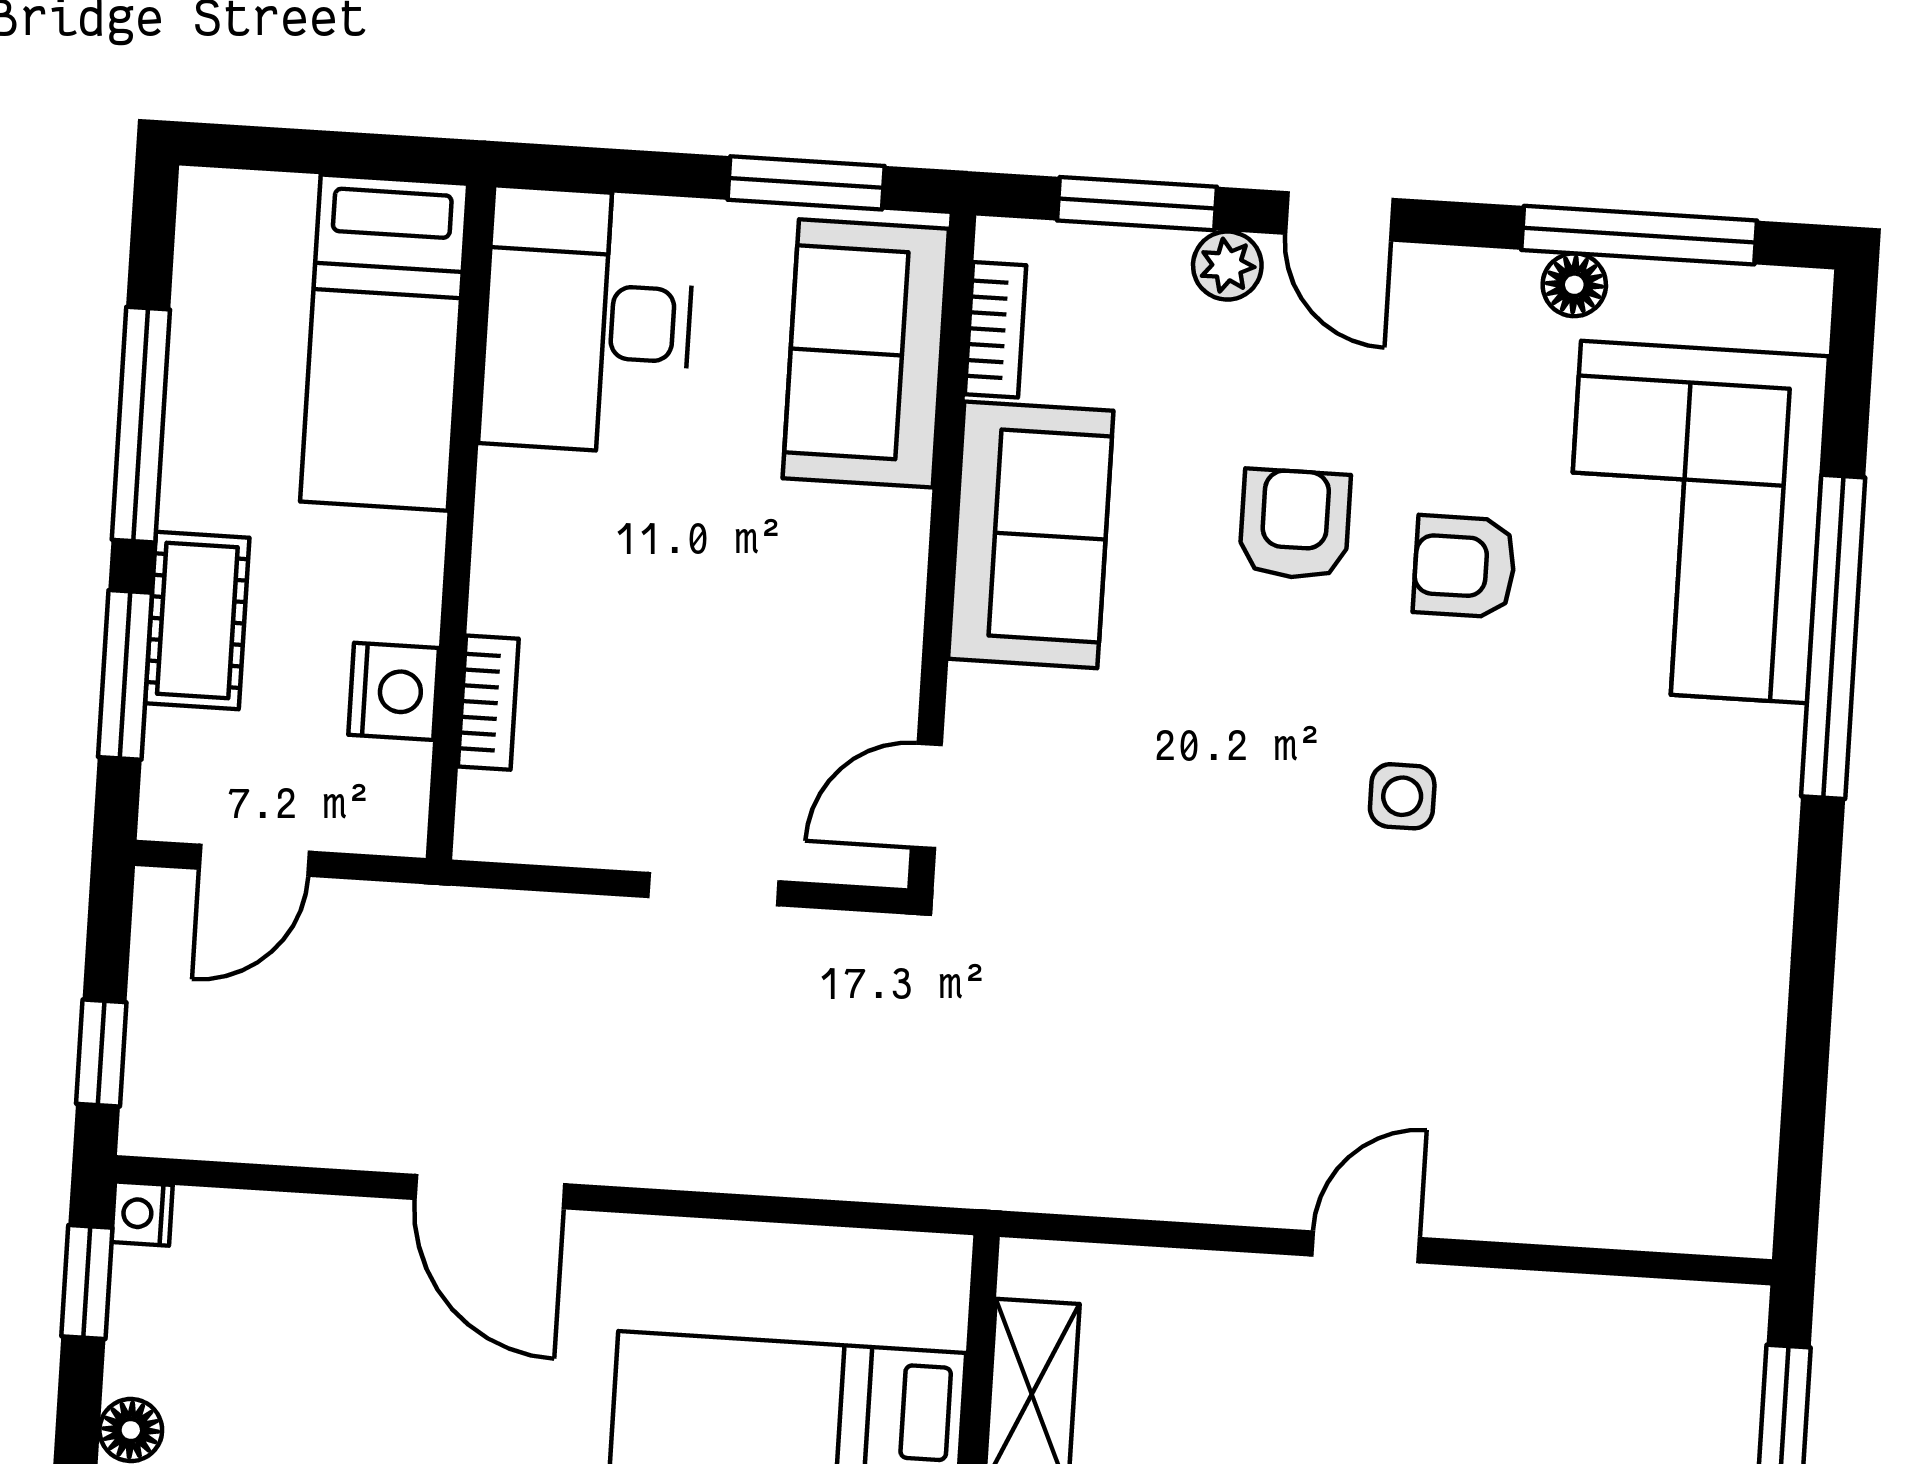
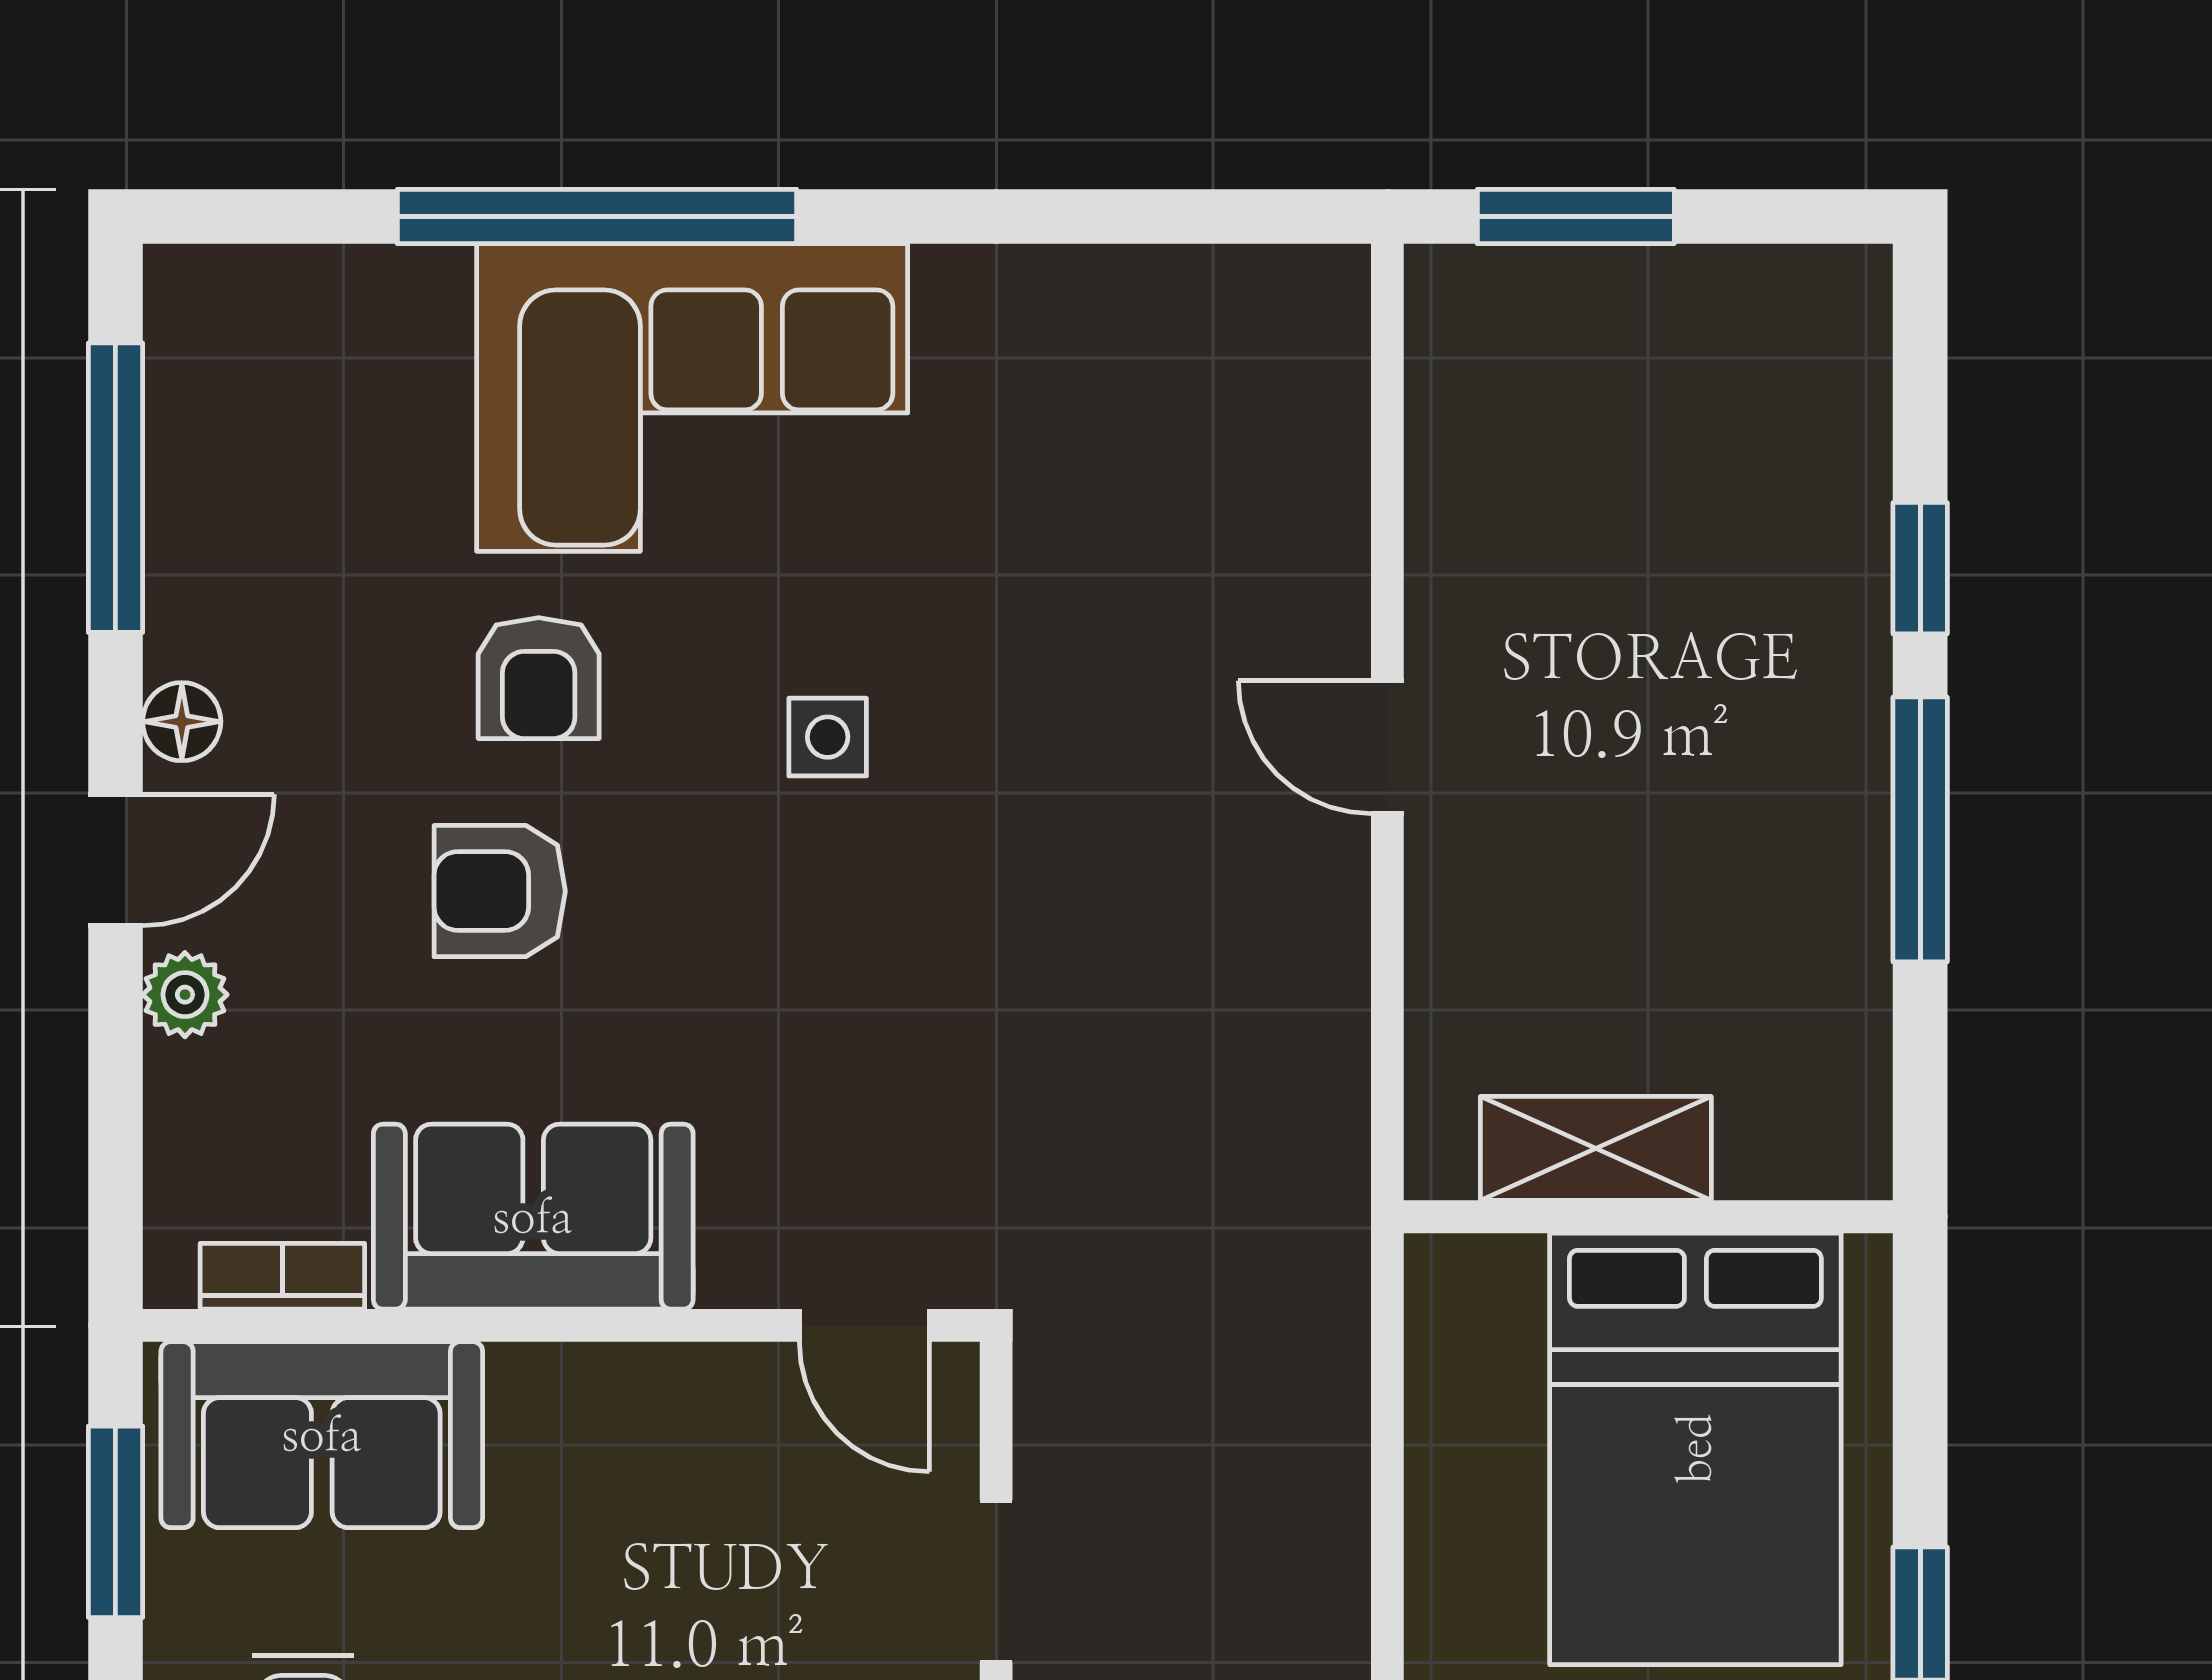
window: (1137, 204) -> (115, 1111), removed
floor lamp: (1574, 285) -> (182, 722), moved
corner sofa: (1694, 522) -> (692, 398), moved

